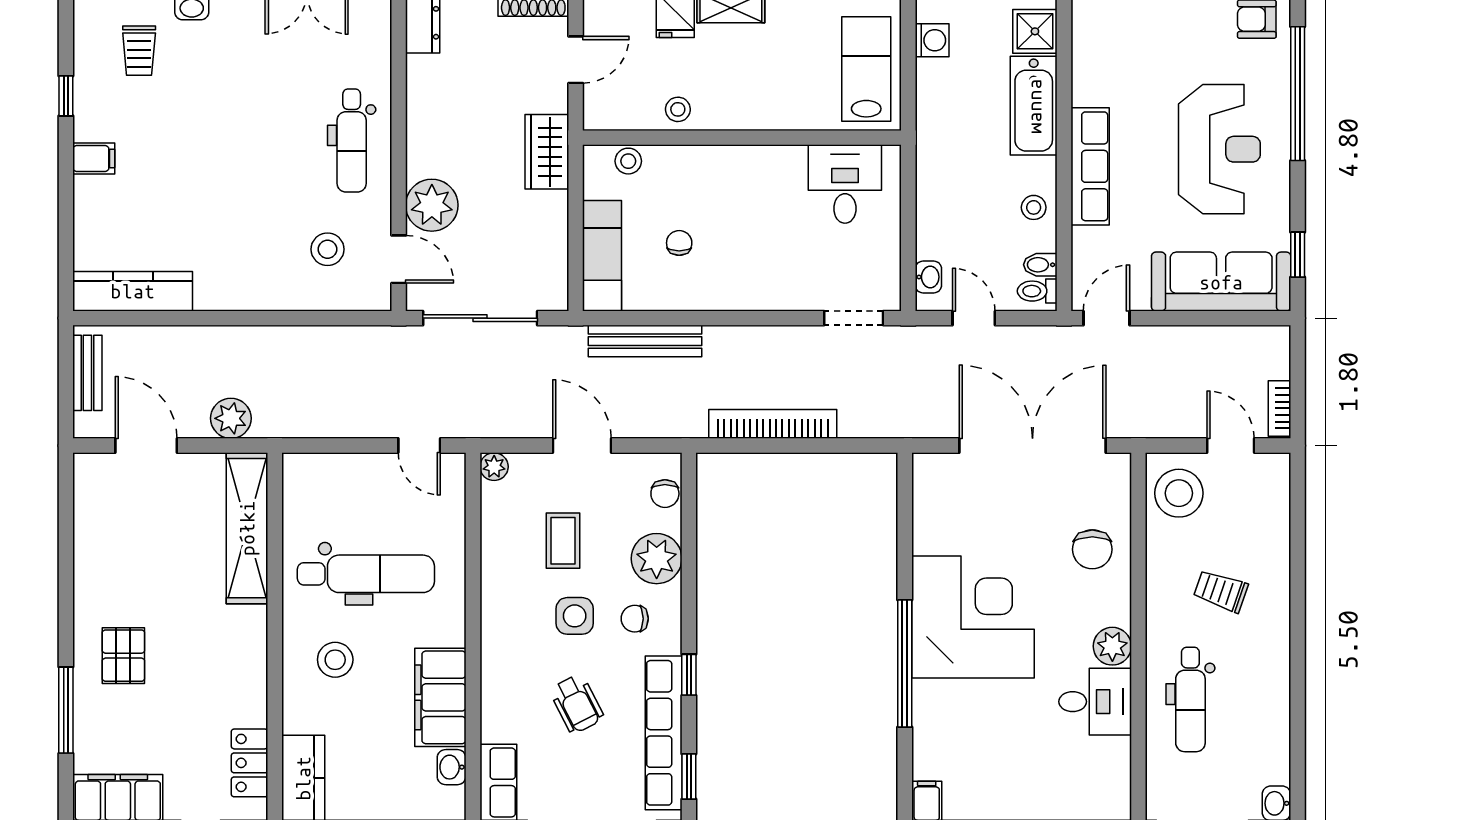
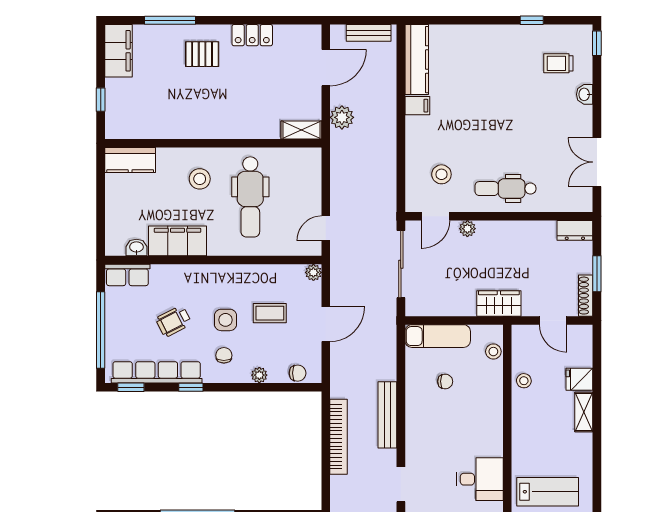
filing cabinet: (94, 159) -> (417, 106), moved, turned -90
plant: (432, 205) -> (467, 229), width x0.53, depth x0.53
bench: (645, 341) -> (387, 415), moved
chair: (665, 494) -> (298, 373), turned 180
shelving: (247, 528) -> (301, 130), width x0.45, depth x0.75
plant: (657, 559) -> (259, 375), width x0.53, depth x0.53
locker: (250, 763) -> (252, 35), moved, turned 180

